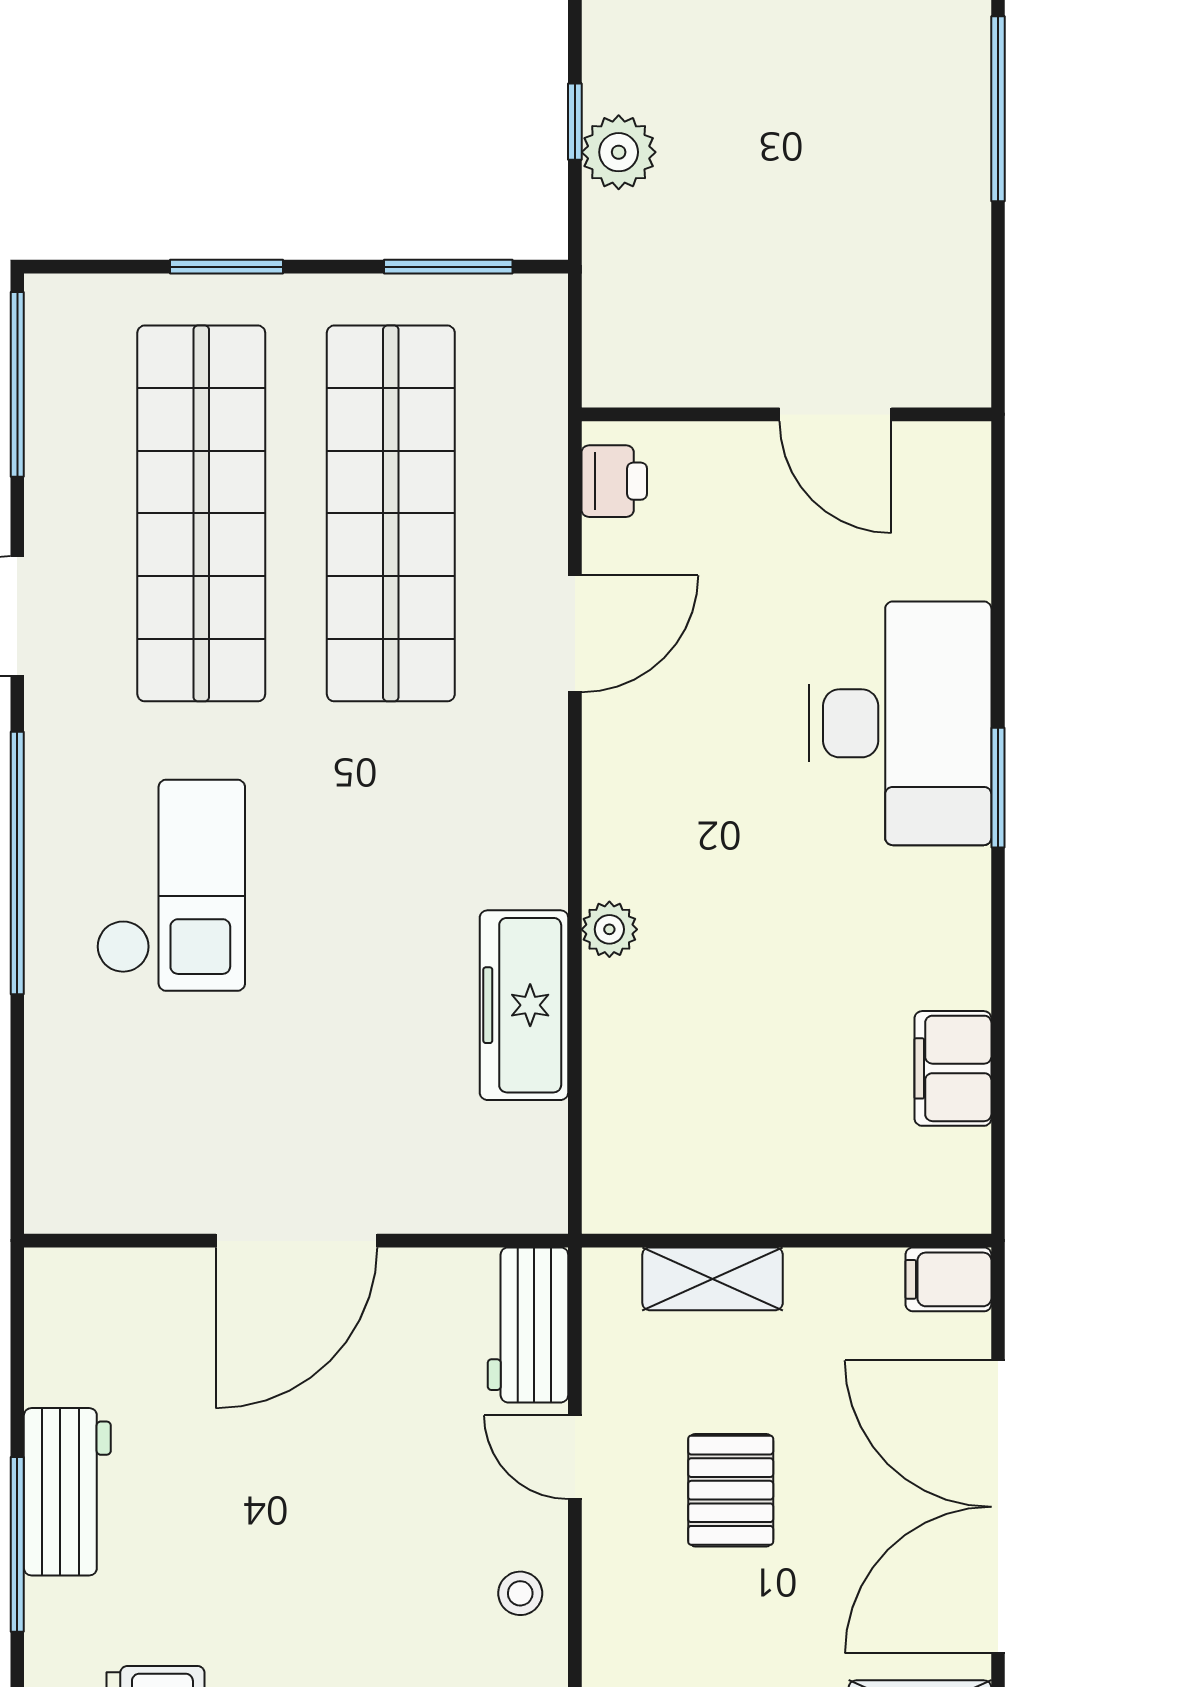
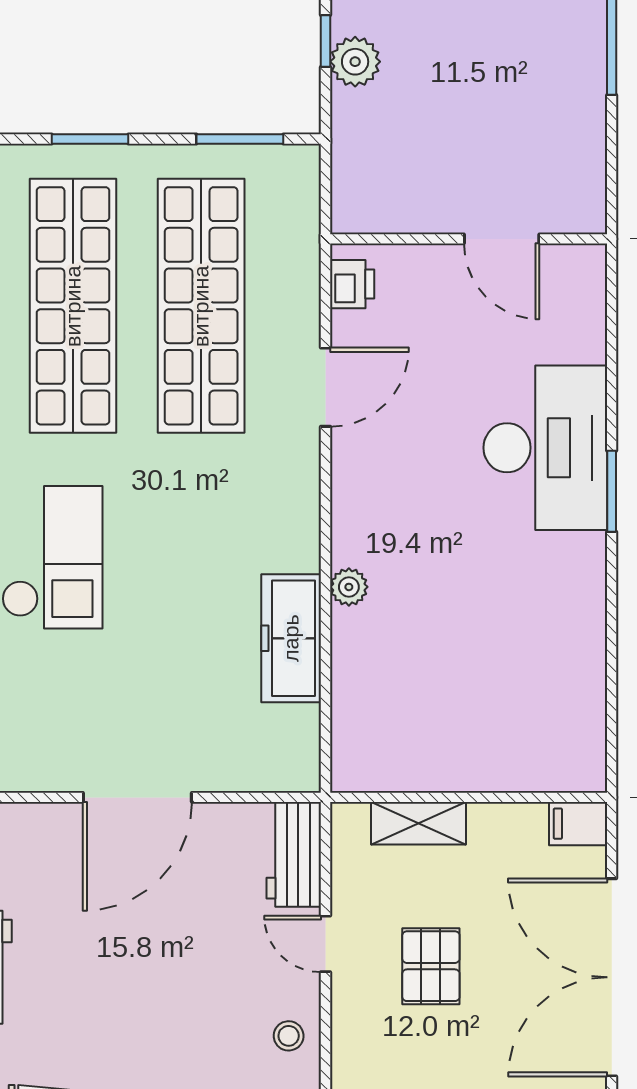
filing cabinet: (953, 1068) -> (581, 681), removed

